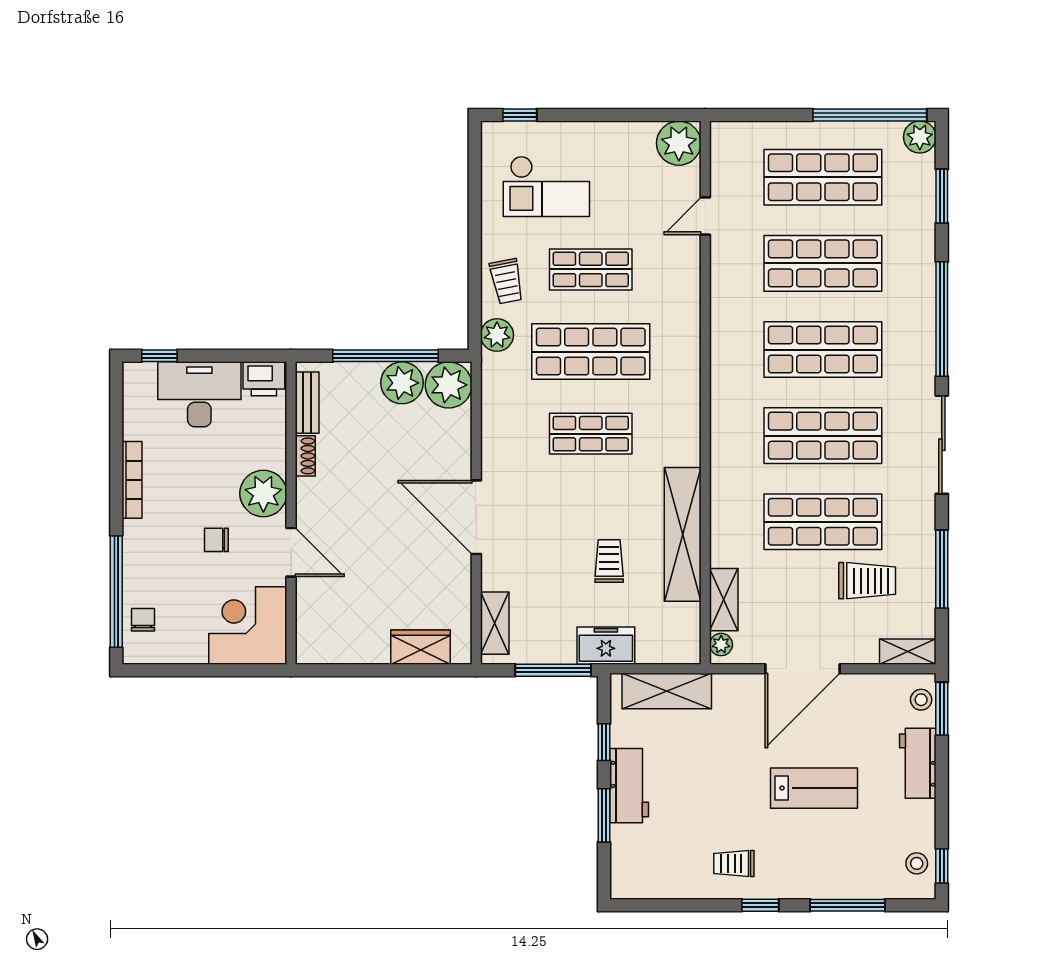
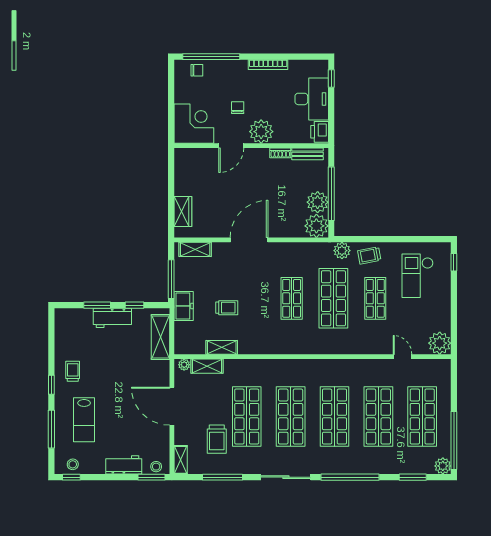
shelving: (683, 534) -> (222, 347), width x0.45, depth x0.75
lab bench: (814, 788) -> (84, 420), moved

